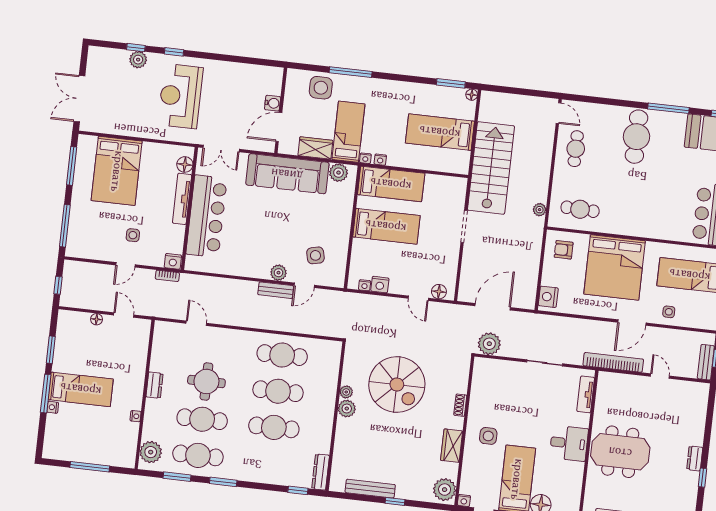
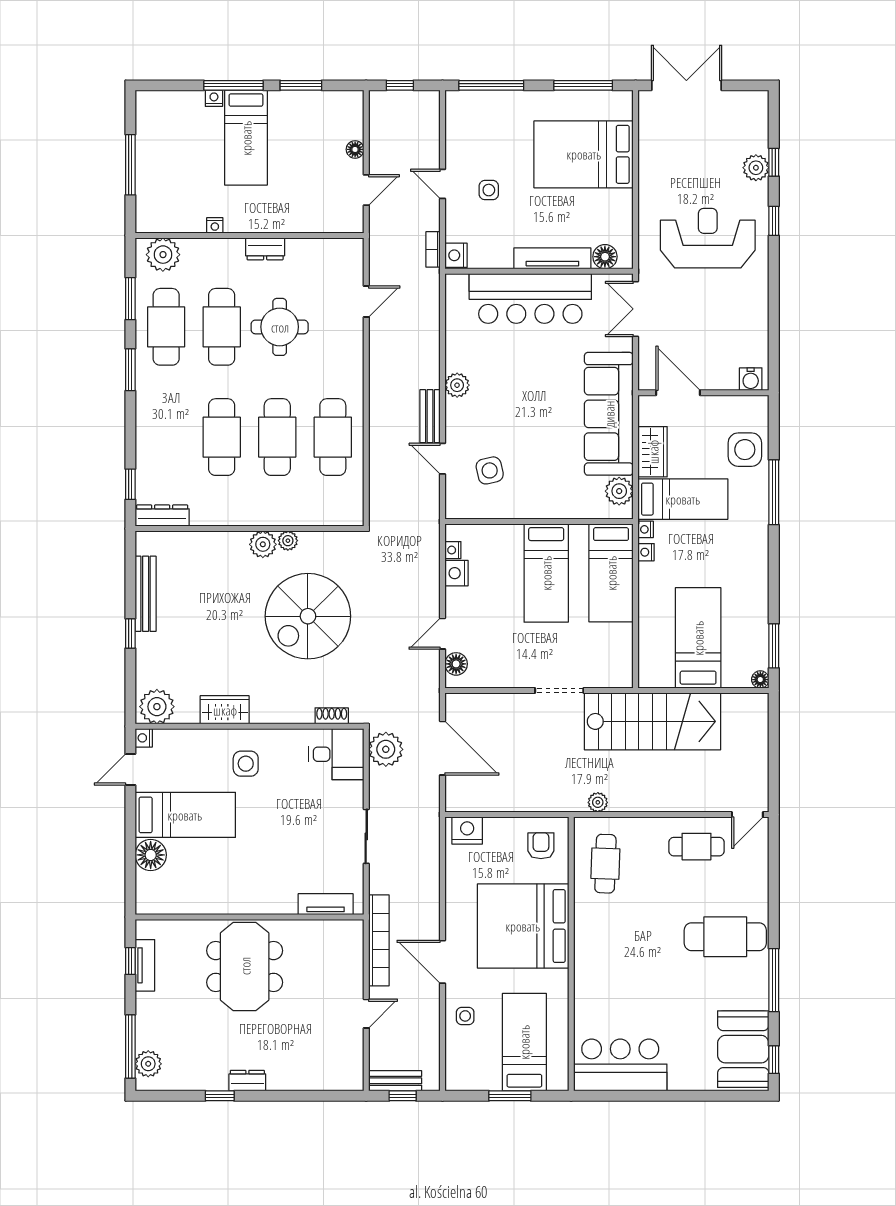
water cooler: (273, 103) -> (751, 379), moved
plant: (278, 273) -> (457, 385), moved
shoe rack: (460, 405) -> (332, 716), moved
desk: (569, 443) -> (336, 754), moved, turned -90

